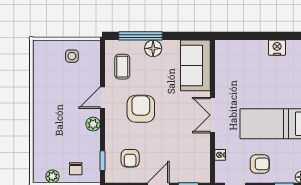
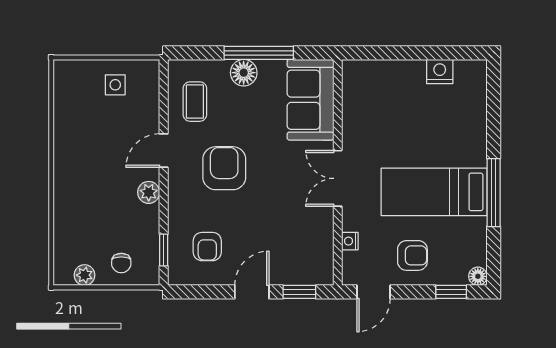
window: (140, 36) -> (259, 53), moved

